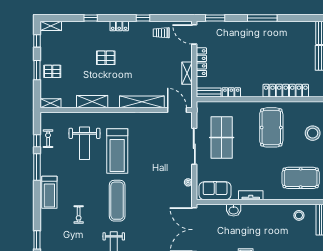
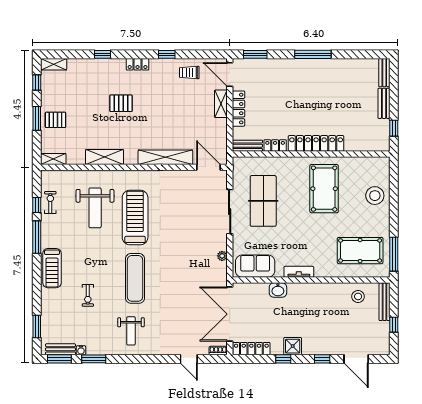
shelving: (187, 73) -> (221, 104), moved
locker: (286, 91) -> (316, 143), moved
treadmill: (117, 151) -> (135, 217), turned 180

